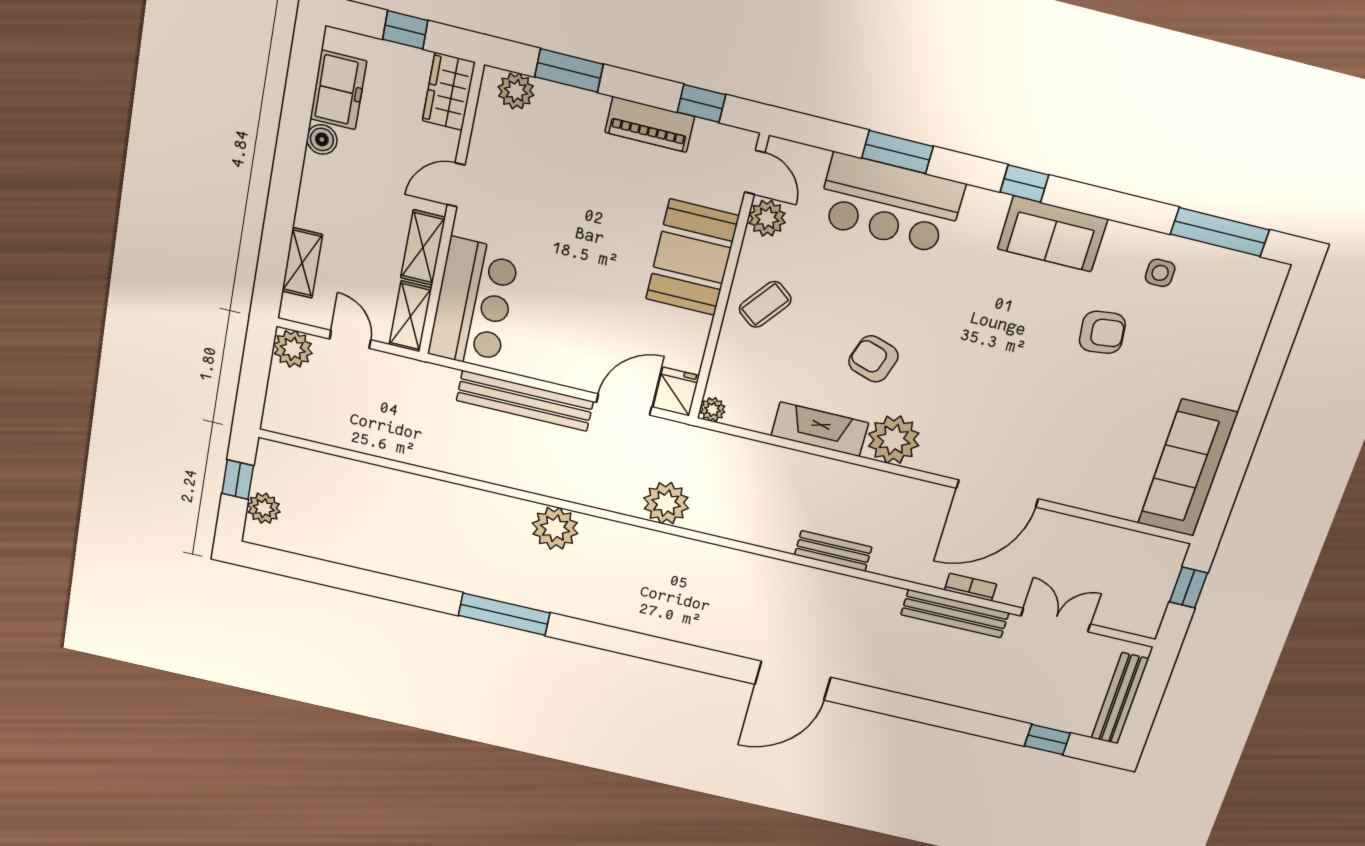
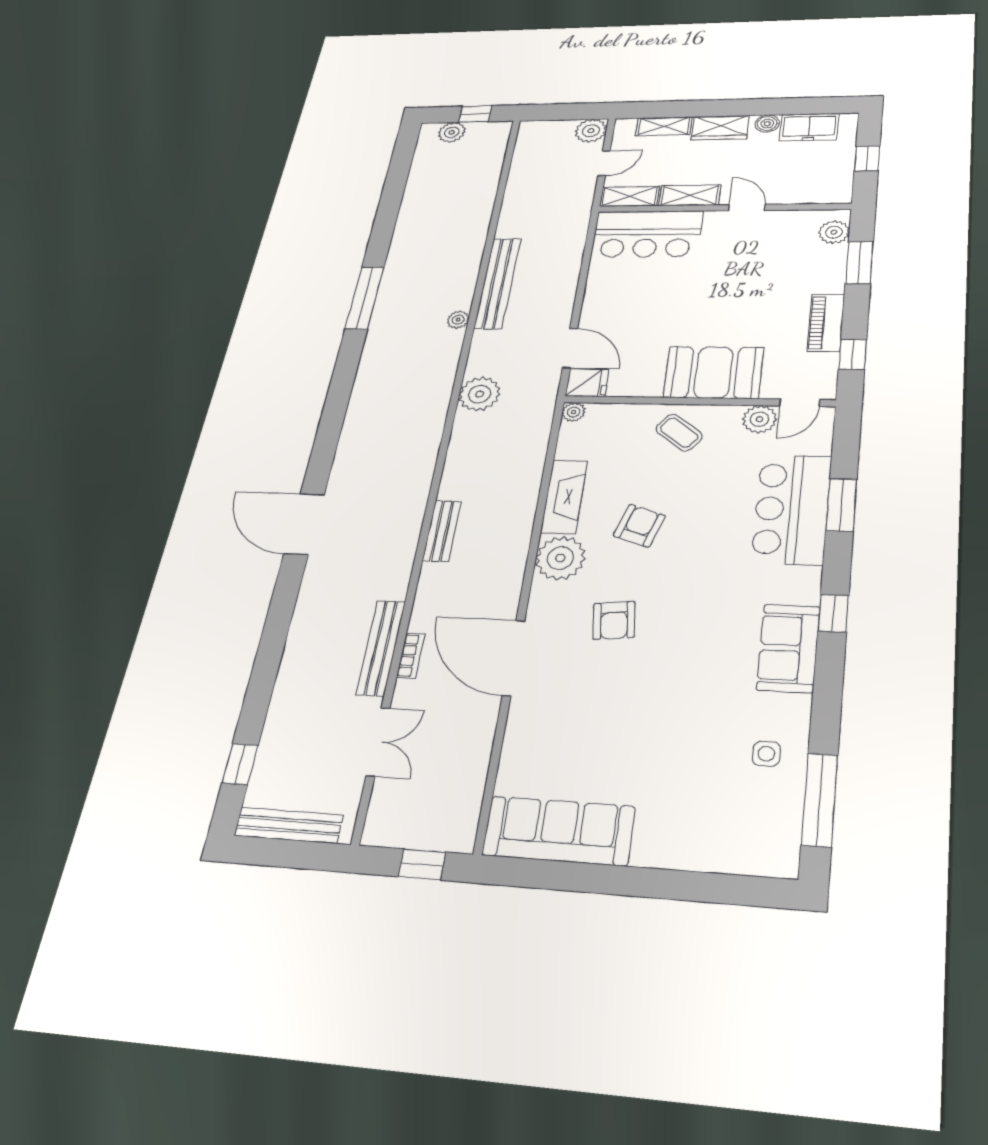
wardrobe: (449, 92) -> (720, 128), moved, turned 180
armchair: (1102, 332) -> (614, 620), moved
bench: (525, 401) -> (498, 283), moved
plant: (555, 528) -> (458, 320), width x0.53, depth x0.53

